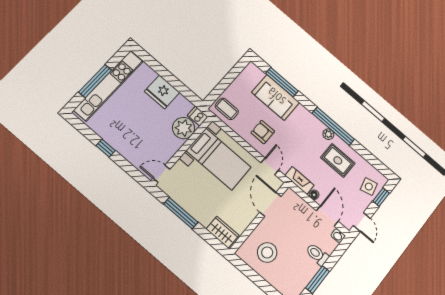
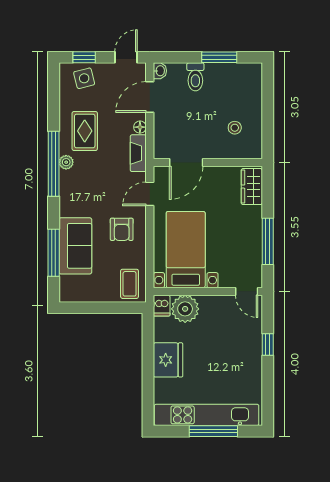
window: (106, 148) -> (268, 344), moved
stool: (267, 252) -> (235, 128), width x0.53, depth x0.53

